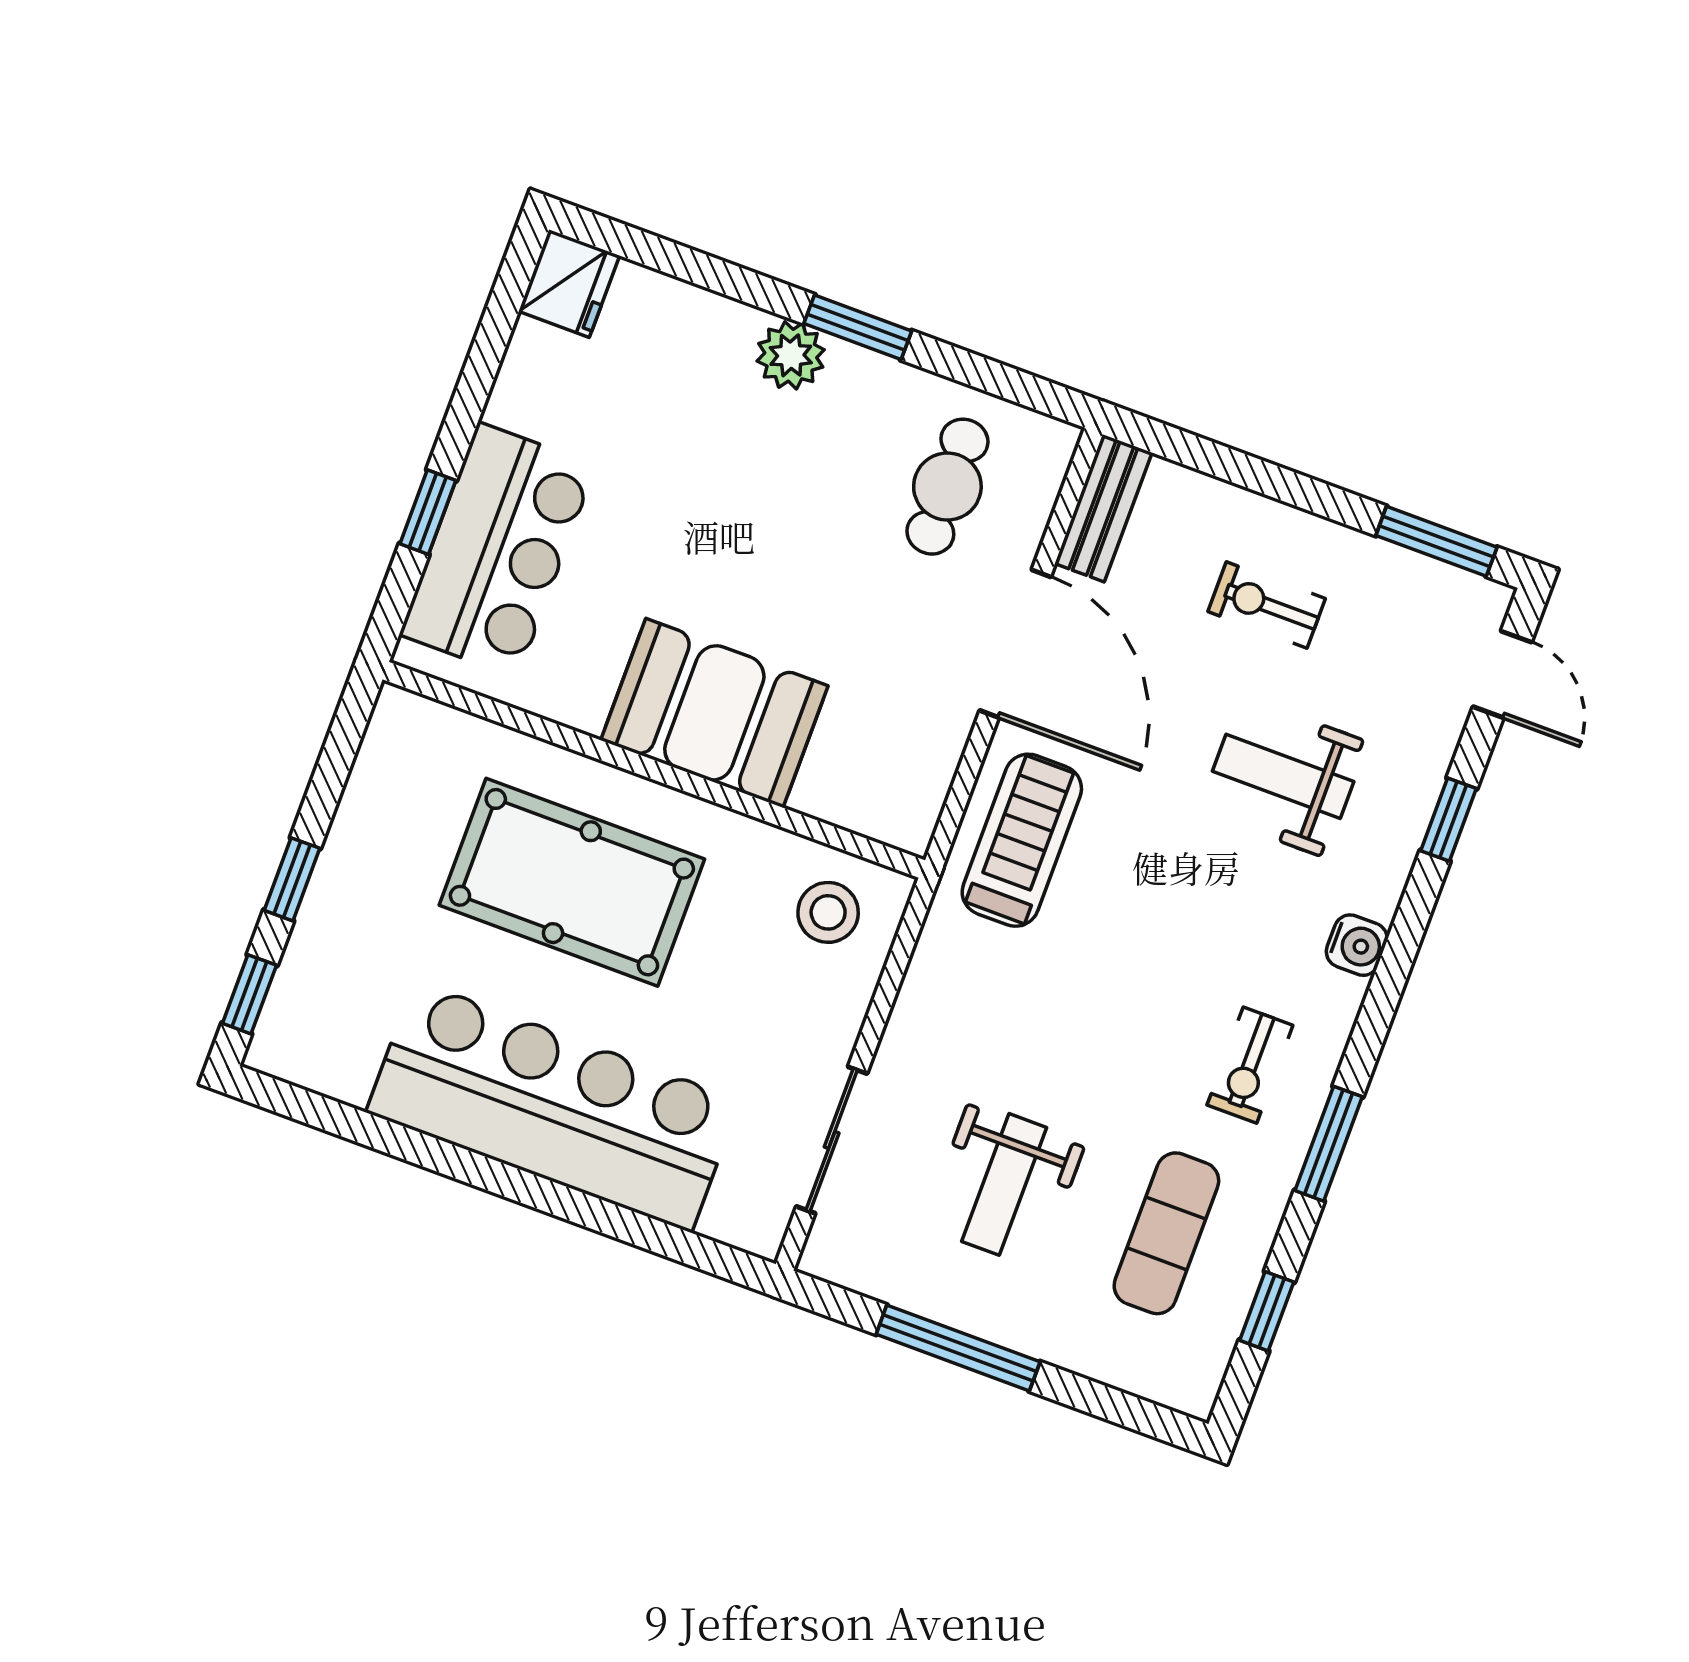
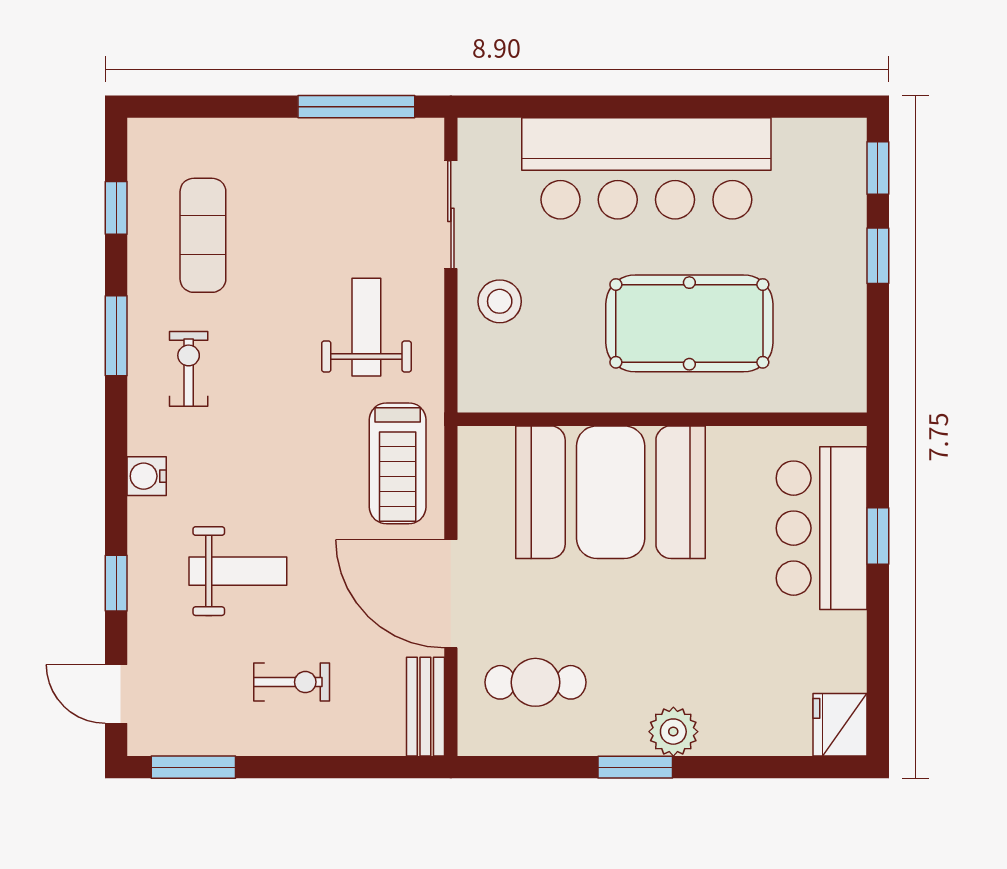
cafe table: (947, 487) -> (535, 682), turned 90
booth: (714, 713) -> (611, 492), width x1.36, depth x1.42
stool: (828, 912) -> (500, 301), moved
weight bench: (1004, 1184) -> (366, 327), moved
window: (958, 1348) -> (356, 107), moved

